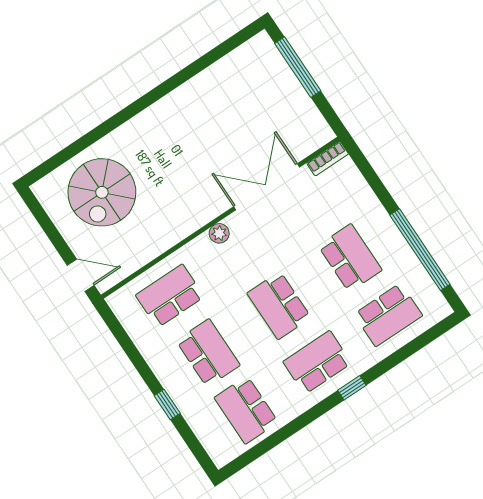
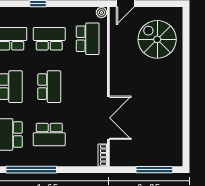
plant: (219, 233) -> (101, 12), moved
school desk: (279, 305) -> (49, 87), turned 90
school desk: (208, 353) -> (49, 39), turned 180

